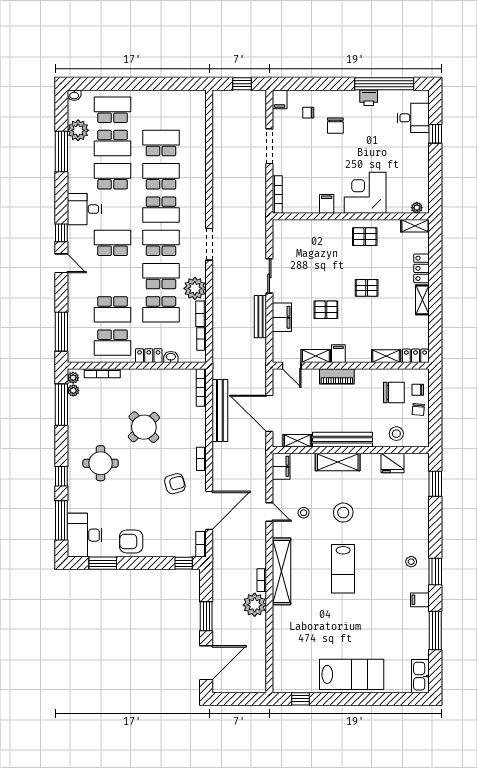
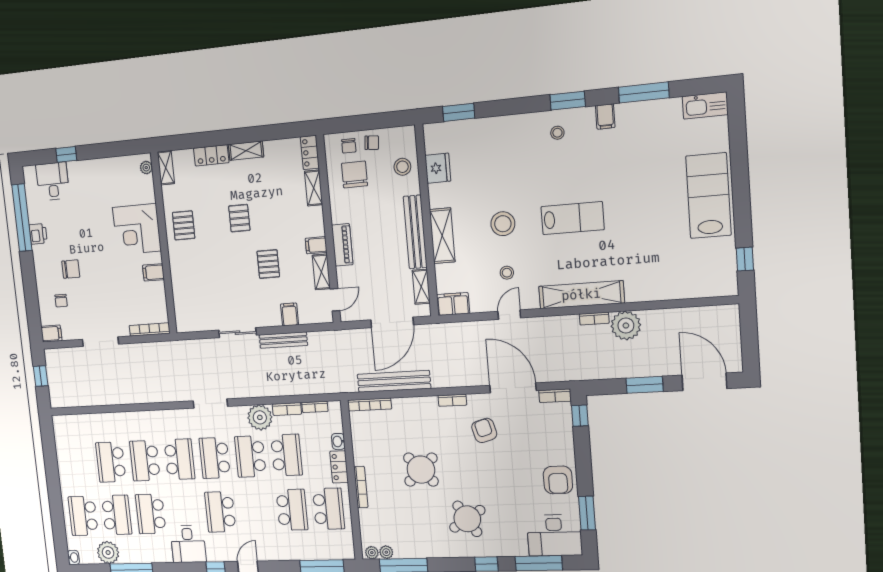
filing cabinet: (282, 317) -> (290, 314), width x0.50
bookcase: (102, 373) -> (361, 487), moved
round table: (101, 463) -> (467, 519), turned -32

